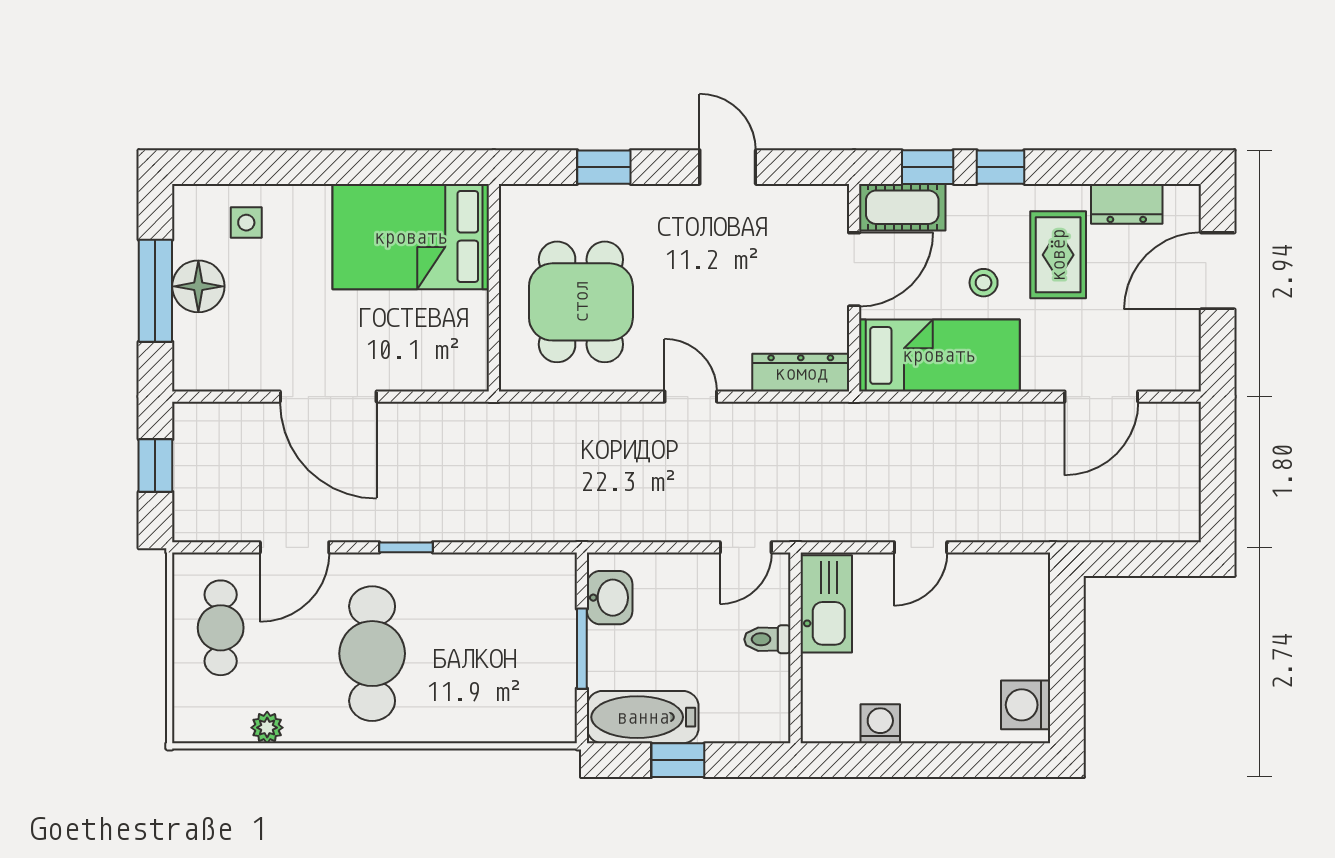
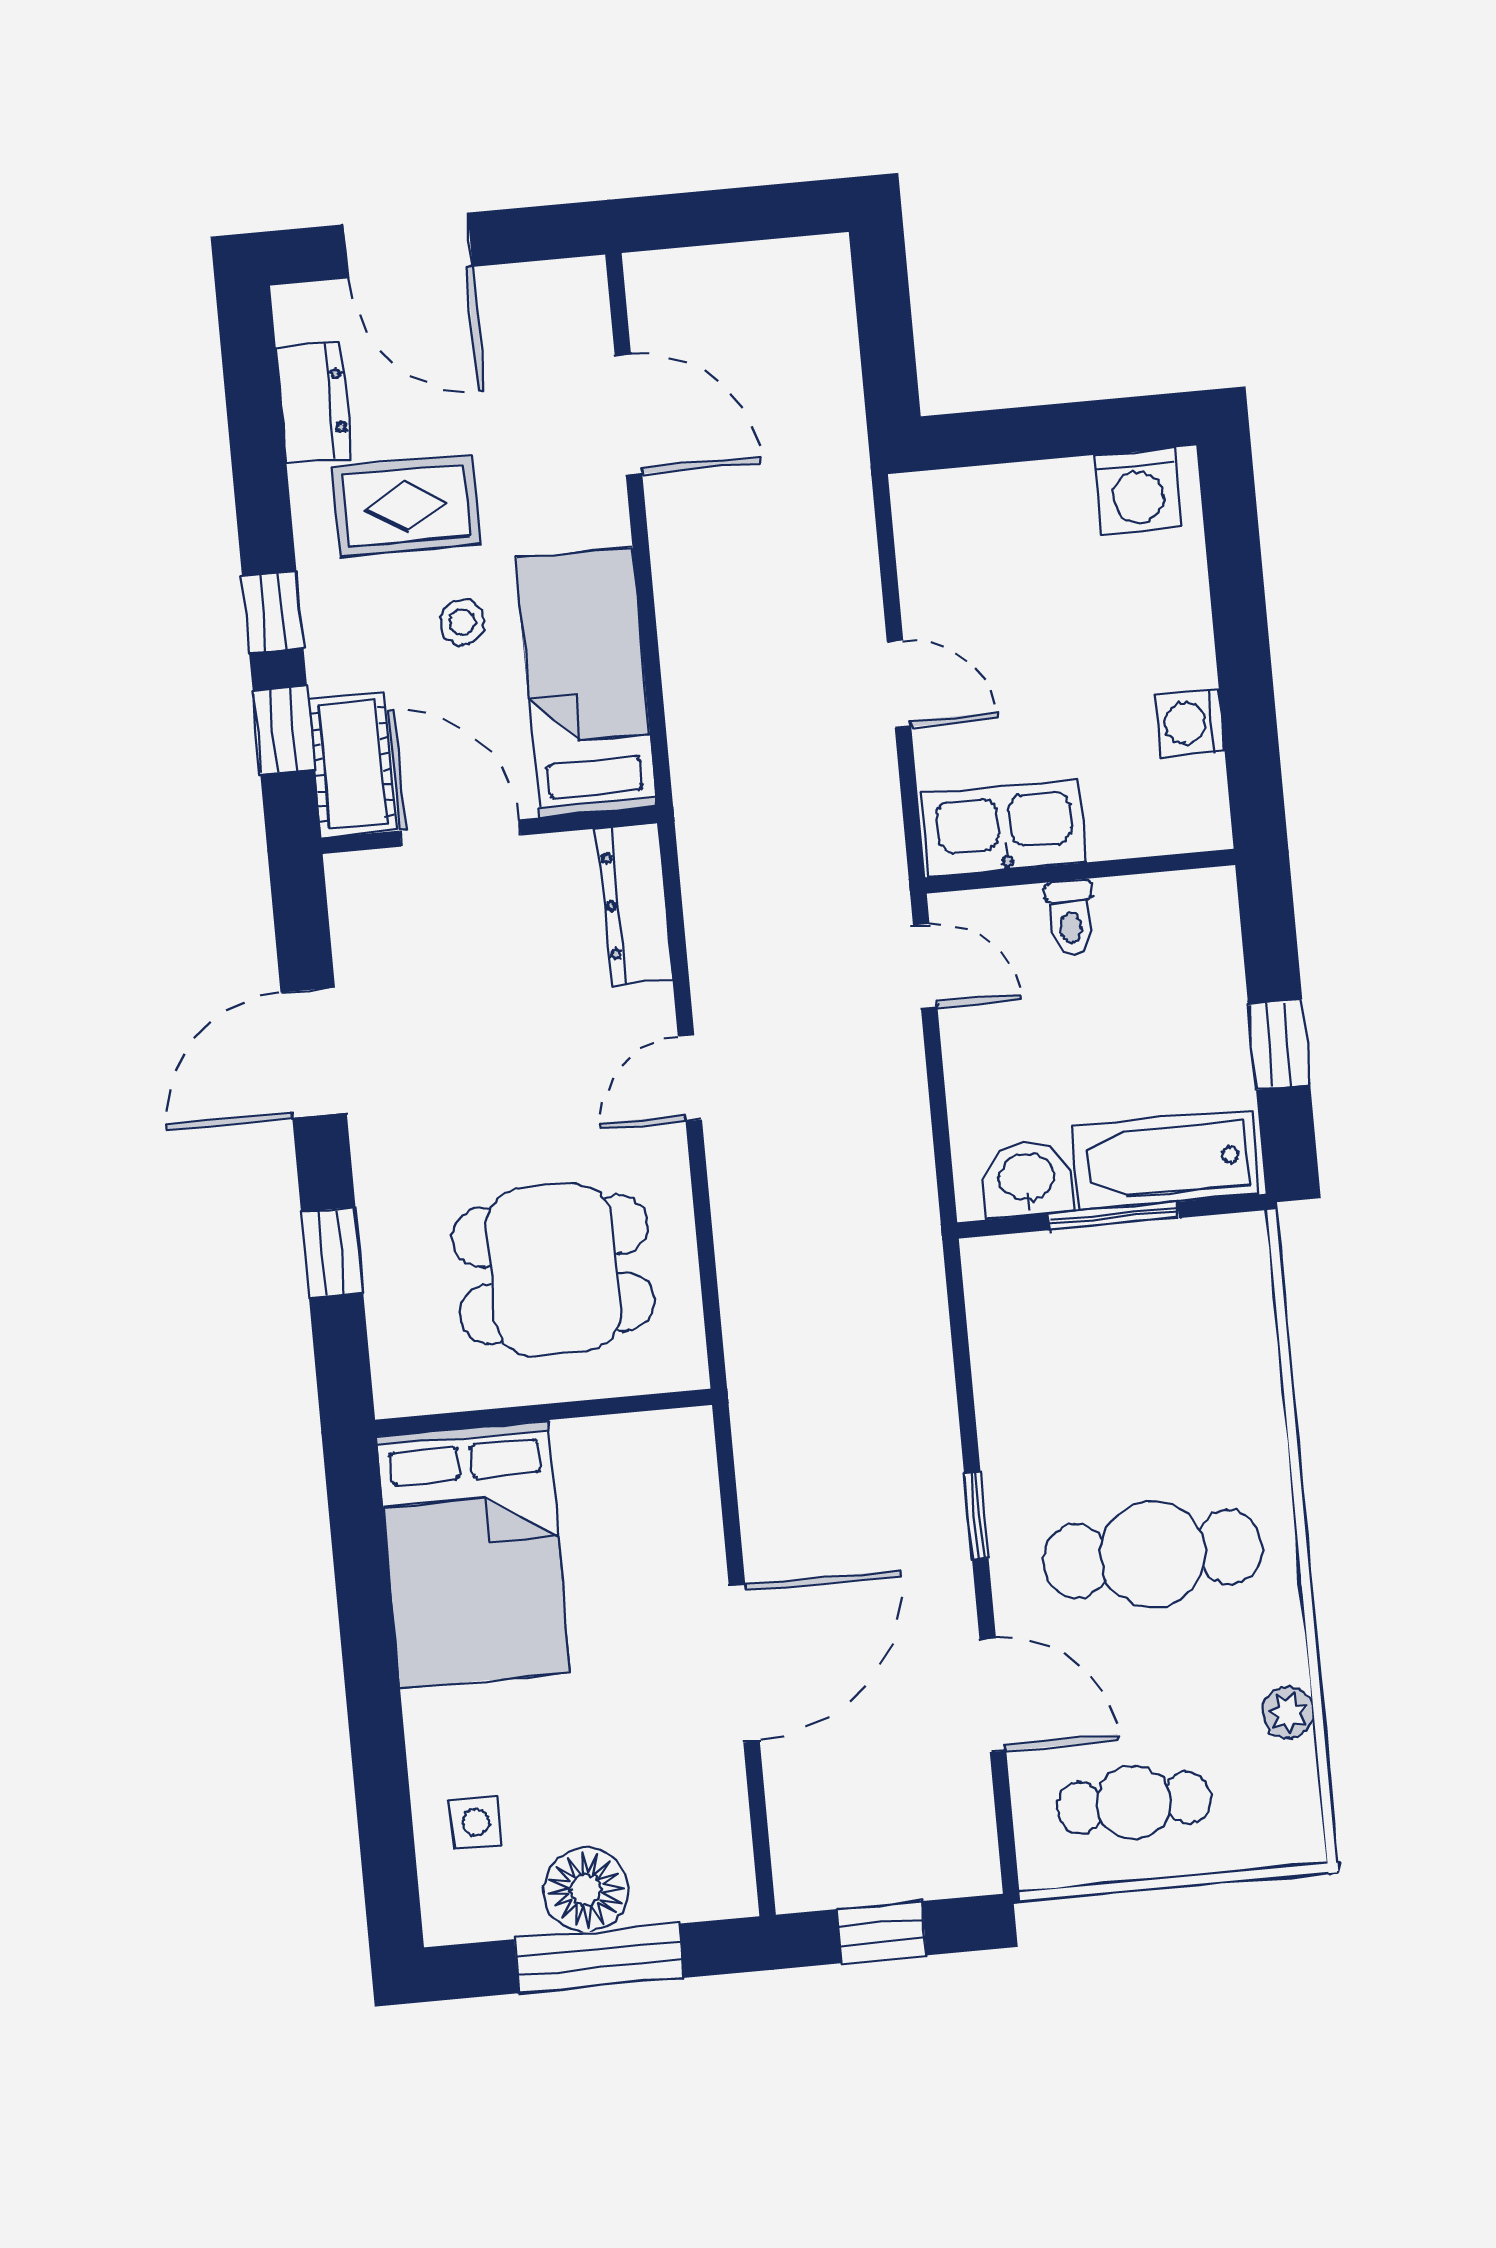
door: (728, 167) -> (314, 1053), width x1.38
bathtub: (643, 717) -> (1165, 1160), moved, turned 90

